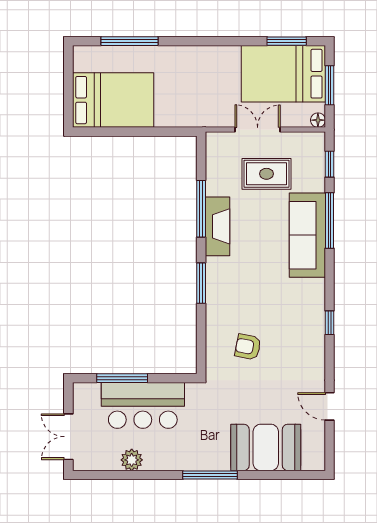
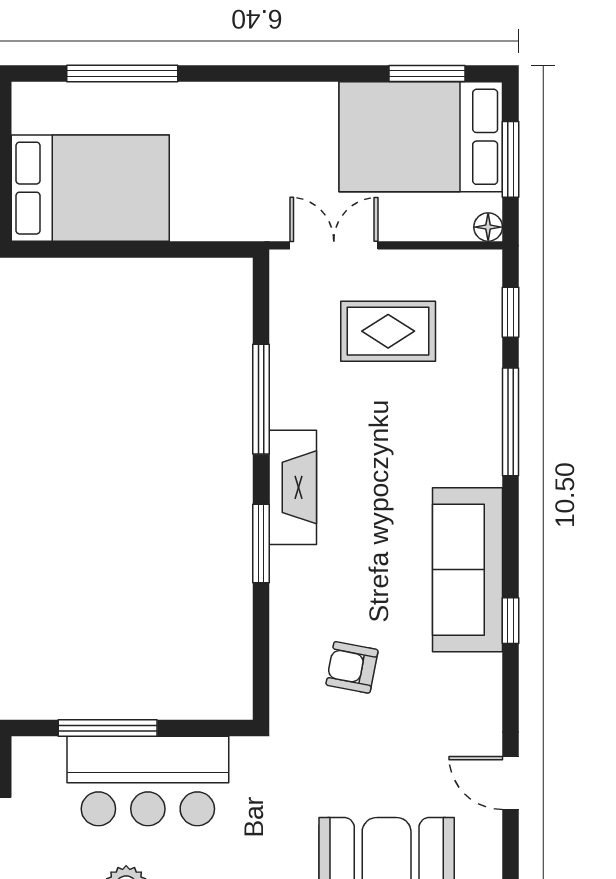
double door: (258, 130) -> (334, 245), moved
fireplace: (217, 226) -> (293, 487), moved
sofa: (307, 235) -> (467, 570), moved

